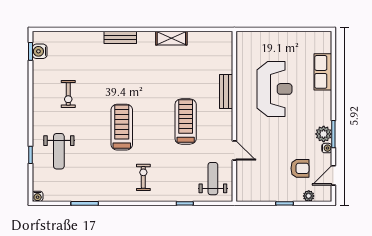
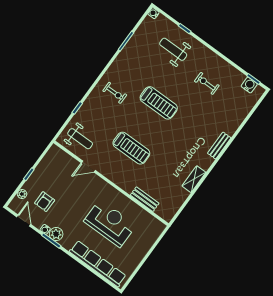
row of seats: (323, 72) -> (98, 264), width x2.02
reception desk: (275, 89) -> (110, 223), turned 180
bench: (226, 91) -> (145, 199), moved

